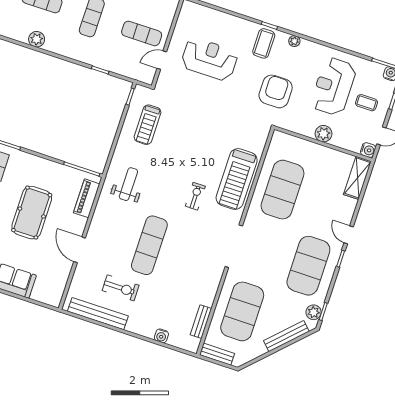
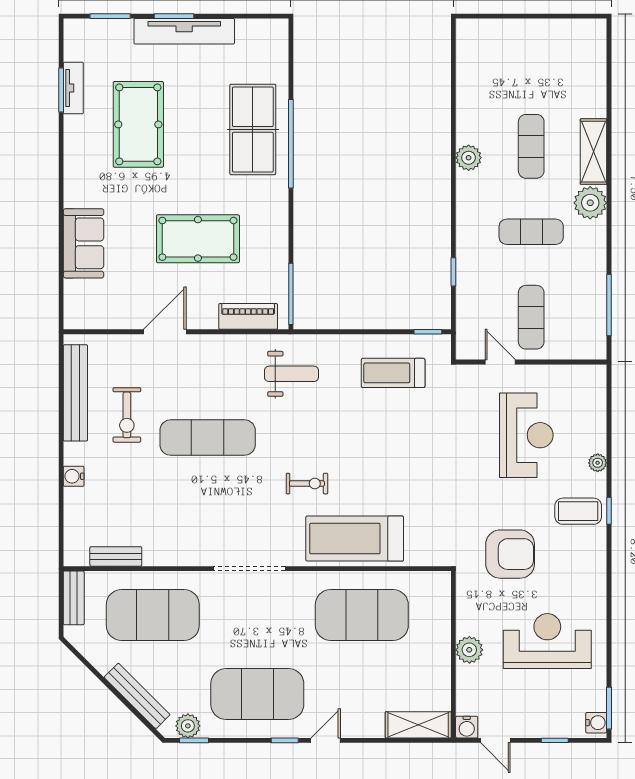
plant: (294, 41) -> (598, 463), moved
coffee table: (367, 103) -> (539, 700), removed
water cooler: (161, 336) -> (74, 476), moved

